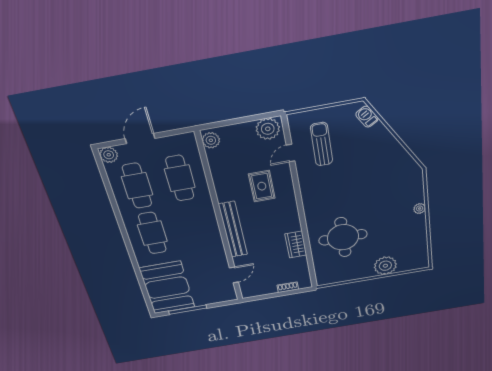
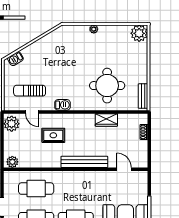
barbecue: (308, 190) -> (62, 105), added
plant: (385, 266) -> (139, 33), moved
bench: (335, 278) -> (143, 96), added

